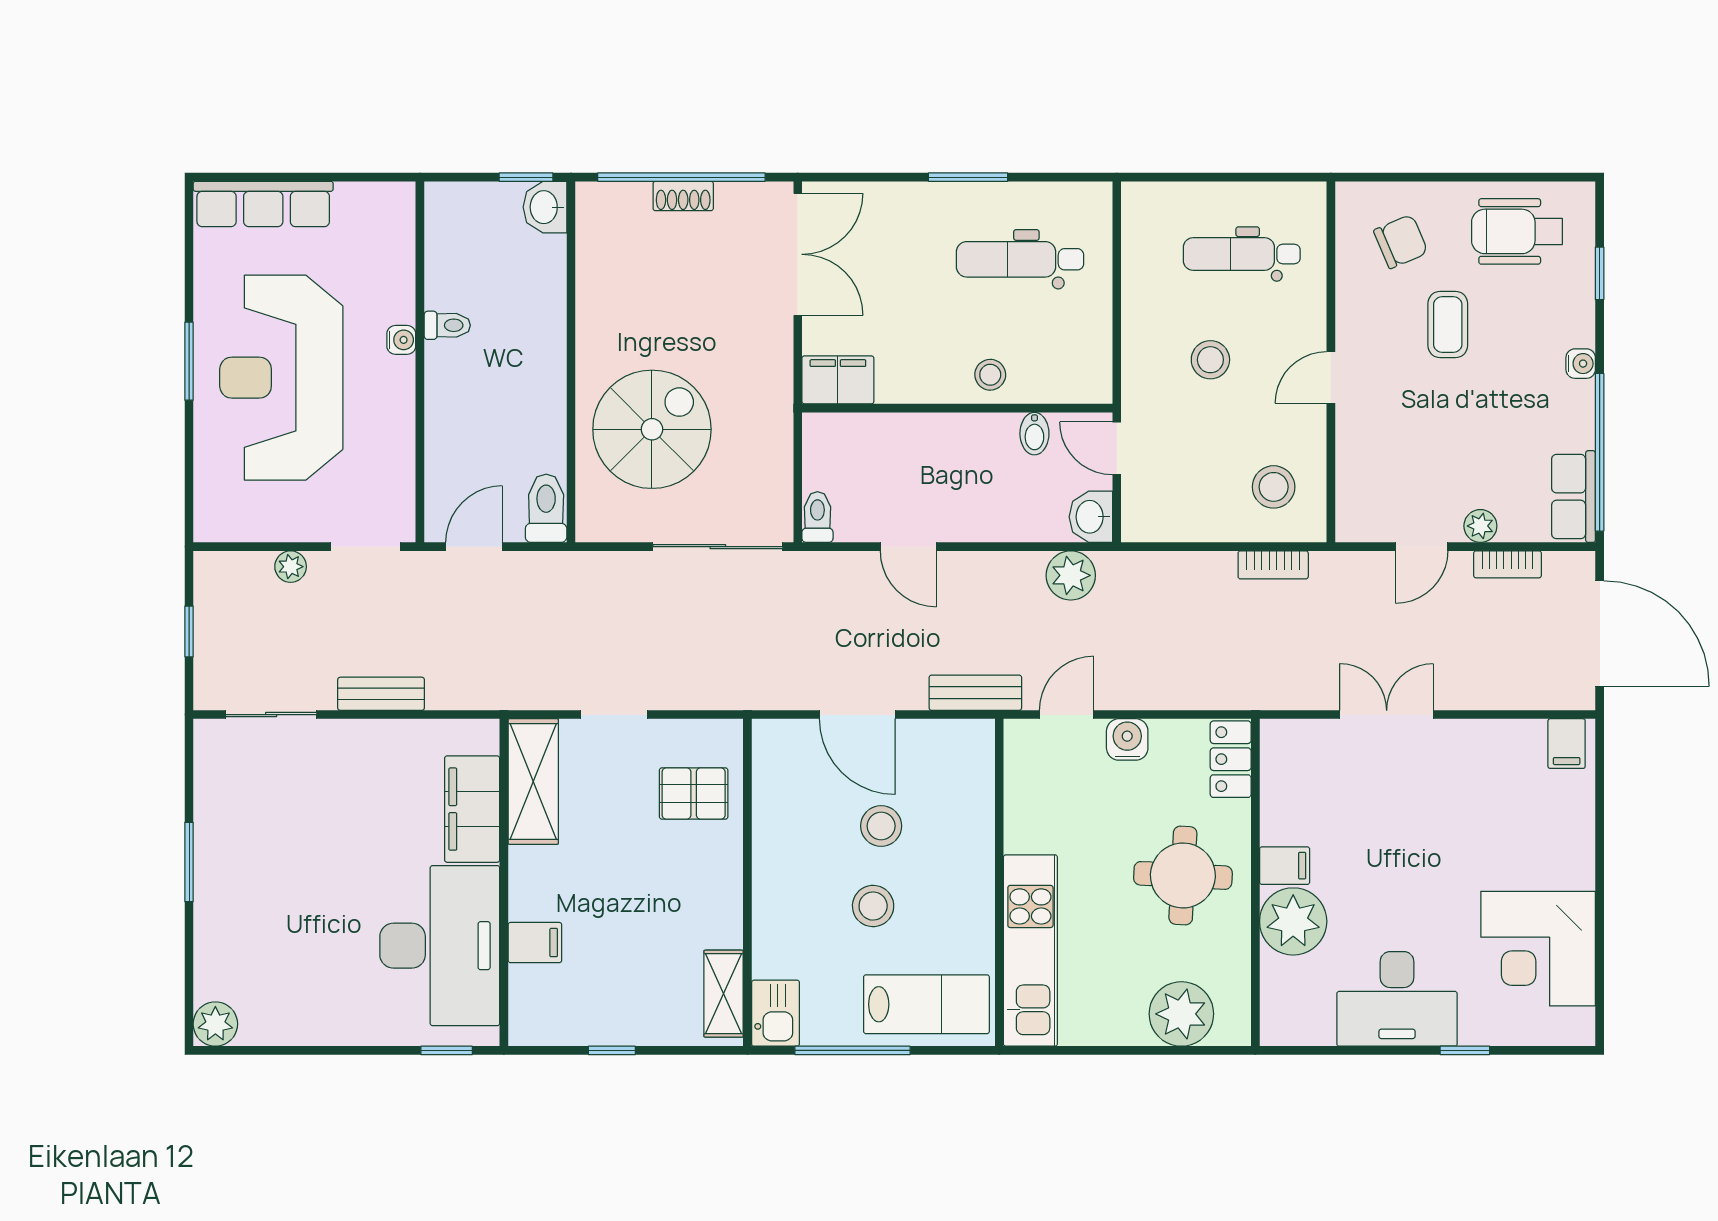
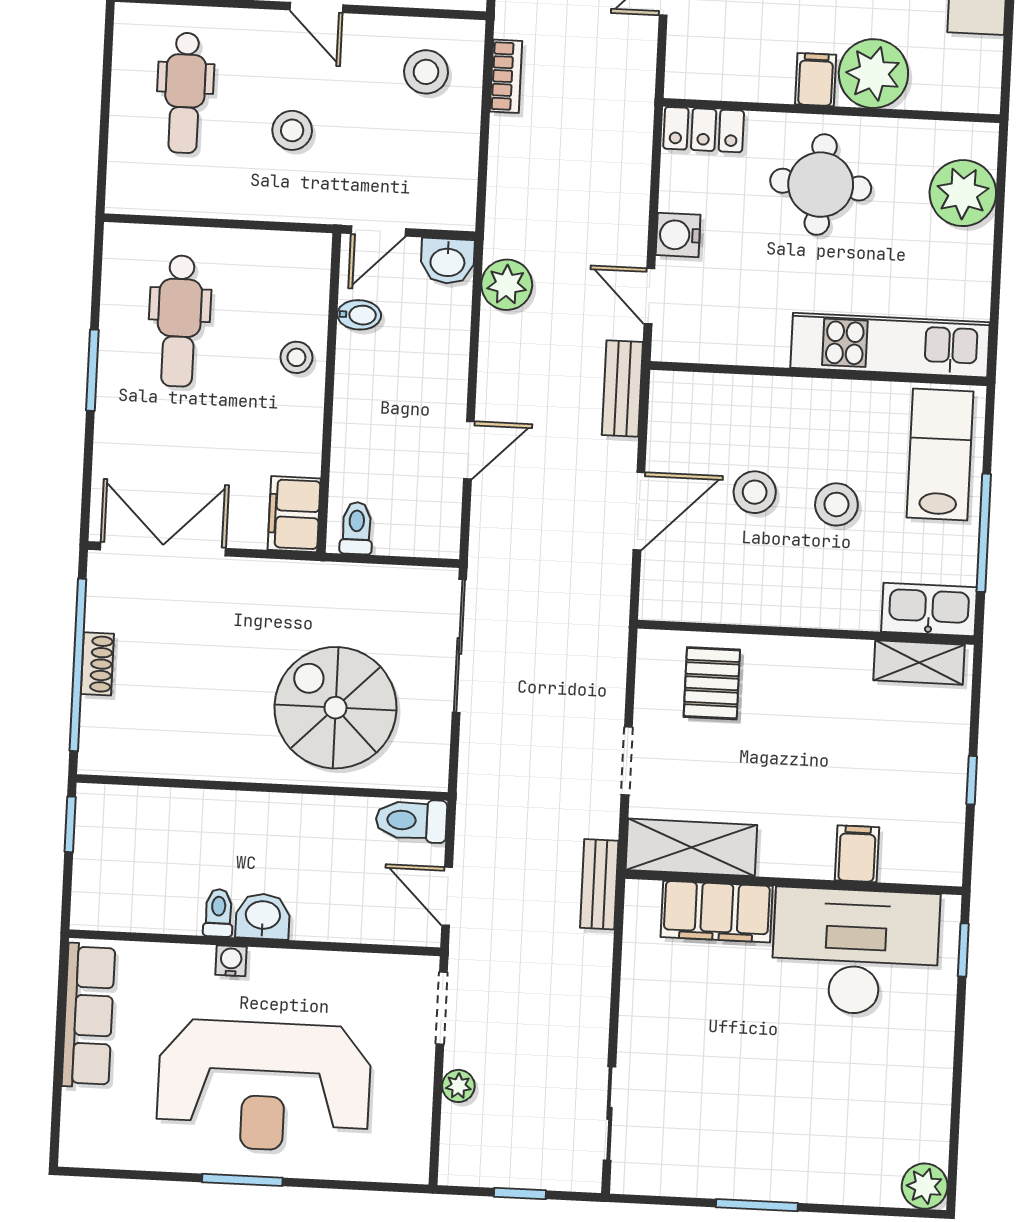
row of seats: (263, 204) -> (88, 1015), moved
washbasin: (545, 207) -> (263, 916), moved, turned 180
toilet: (817, 517) -> (356, 528), moved, turned 90
bench: (381, 694) -> (599, 884), moved
kitchen sink: (775, 1013) -> (929, 609), width x1.38

